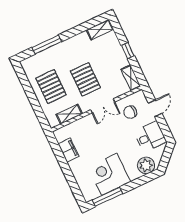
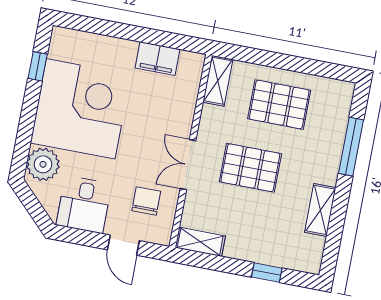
shelving: (100, 30) -> (320, 210), moved
window: (128, 51) -> (267, 273), moved
shelving: (69, 114) -> (218, 81), moved
corner desk: (109, 174) -> (81, 109), width x1.36, depth x1.36
window: (107, 197) -> (38, 66), width x0.46

